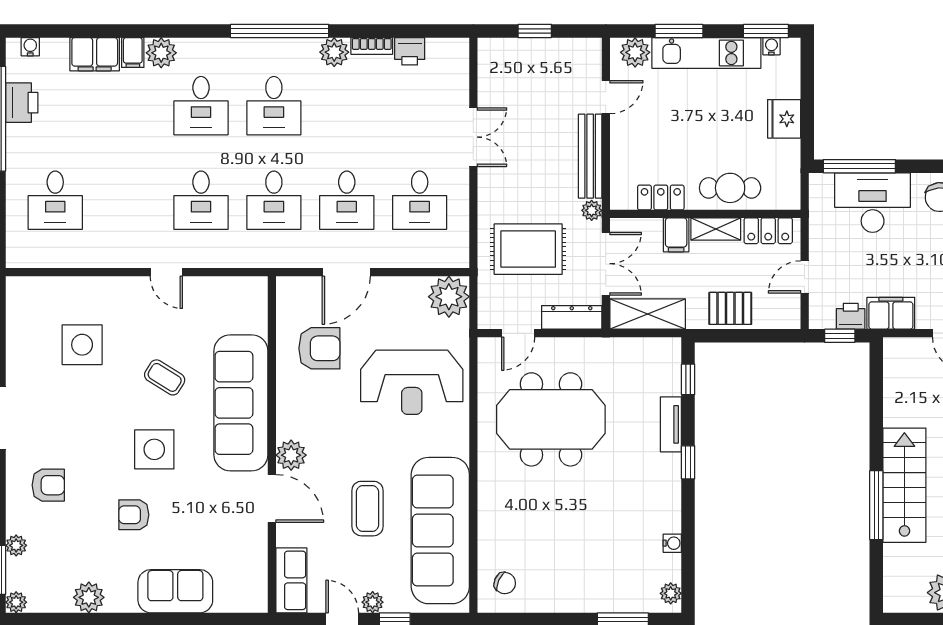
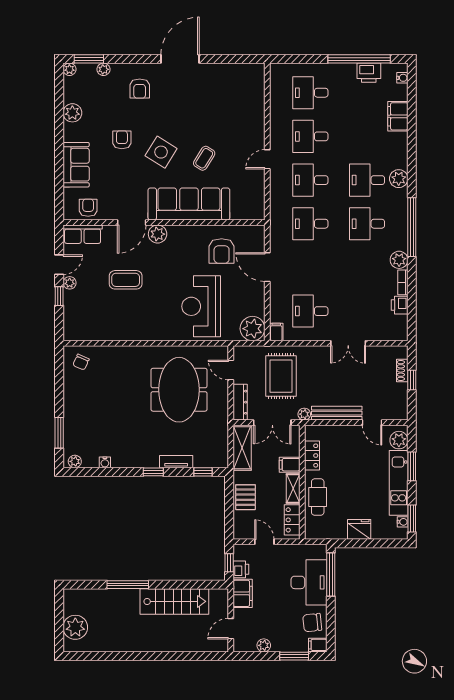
shoe rack: (519, 47) -> (402, 370), added
filing cabinet: (133, 52) -> (276, 332), moved, turned 90
plant: (161, 53) -> (399, 179), moved
desk: (347, 200) -> (310, 136), moved
side table: (82, 345) -> (224, 109), removed
side table: (154, 449) -> (161, 152), turned 32
stairs: (904, 485) -> (174, 601), moved
sofa: (440, 531) -> (112, 323), removed
armchair: (247, 571) -> (88, 208), added

